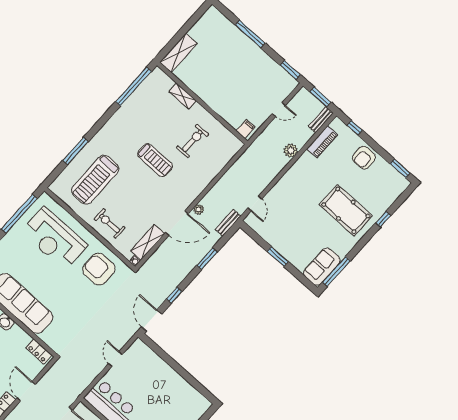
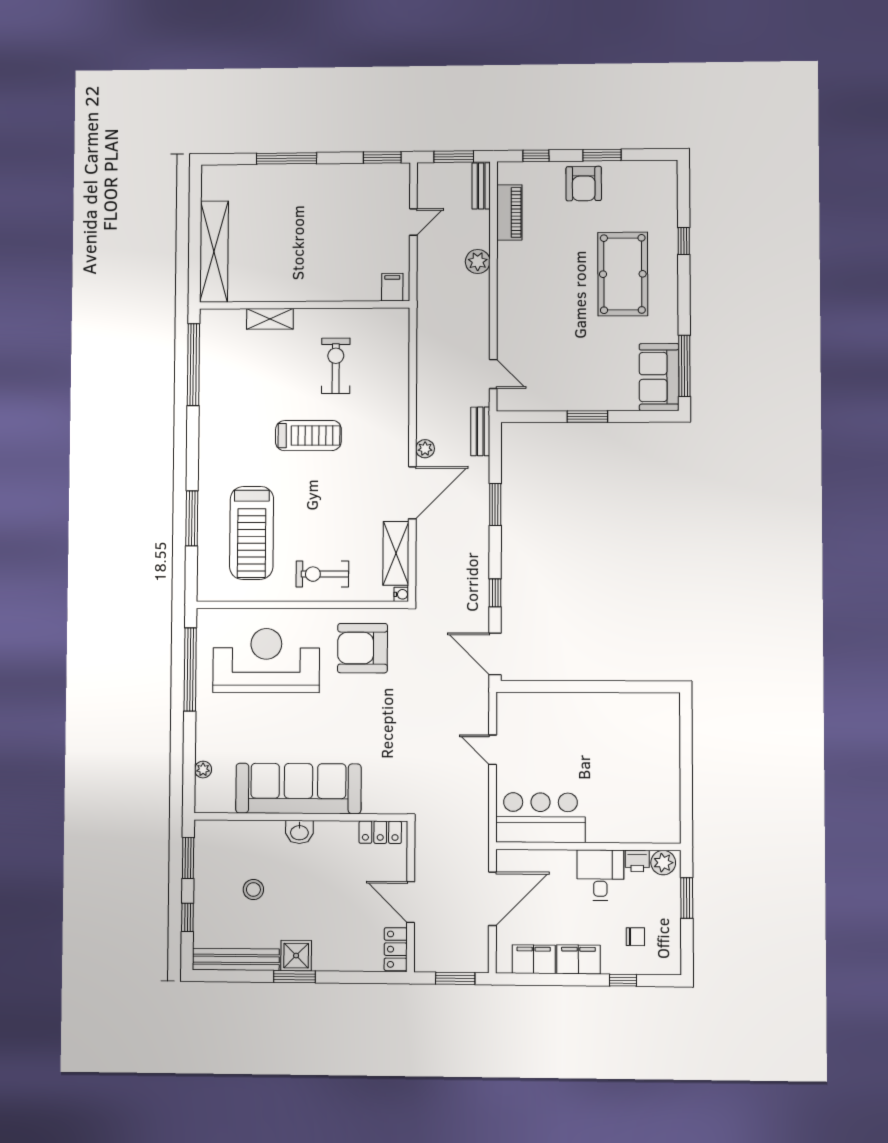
shelving: (178, 53) -> (214, 252), width x1.47
window: (400, 168) -> (602, 155), moved
pool table: (346, 210) -> (623, 274), turned 90
reception desk: (54, 239) -> (266, 661), turned 180

